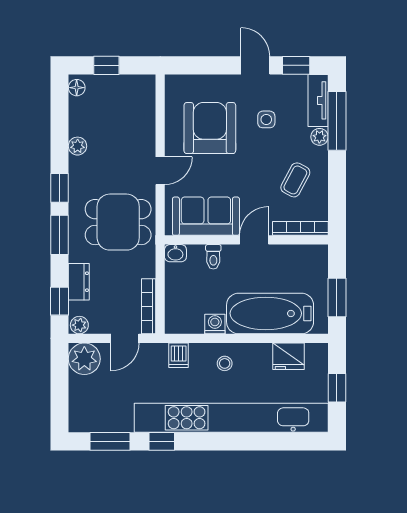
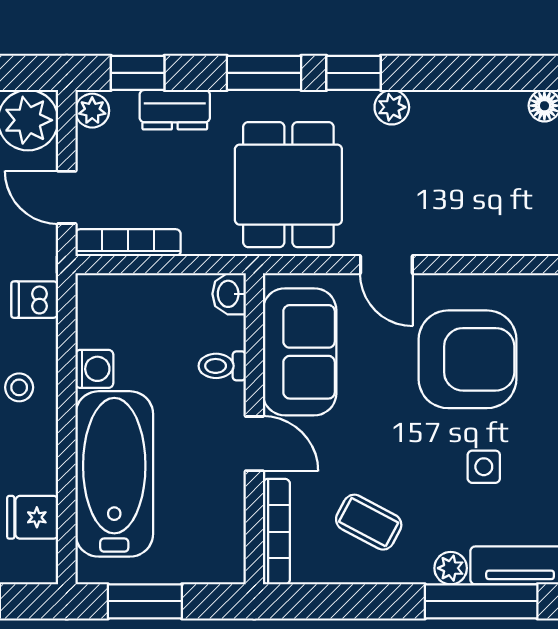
plant: (78, 146) -> (392, 107), moved
fridge: (288, 356) -> (33, 517), width x0.72

